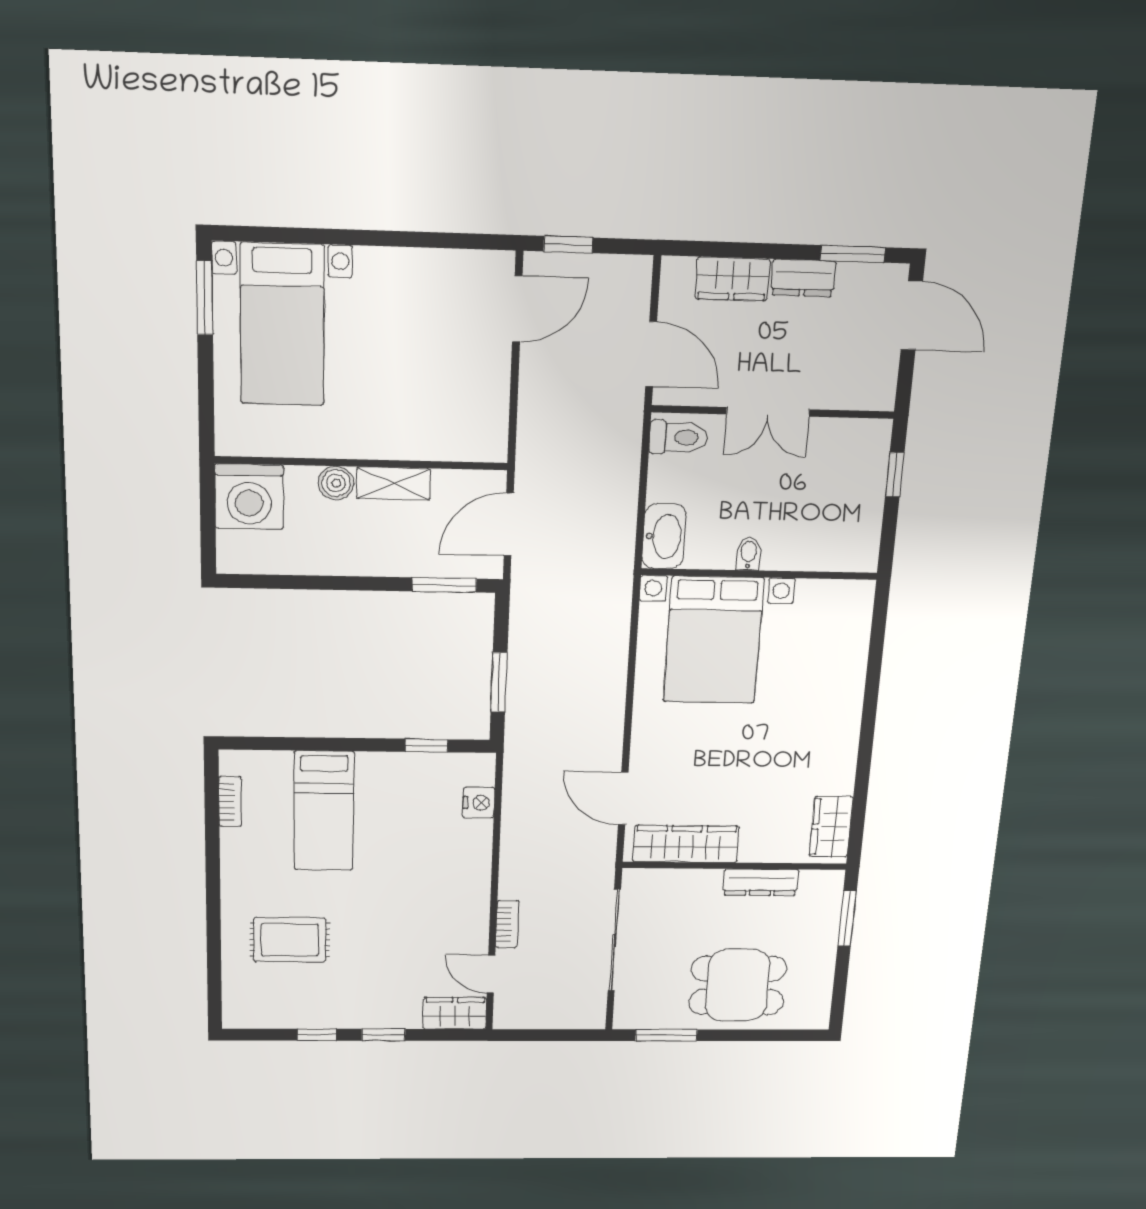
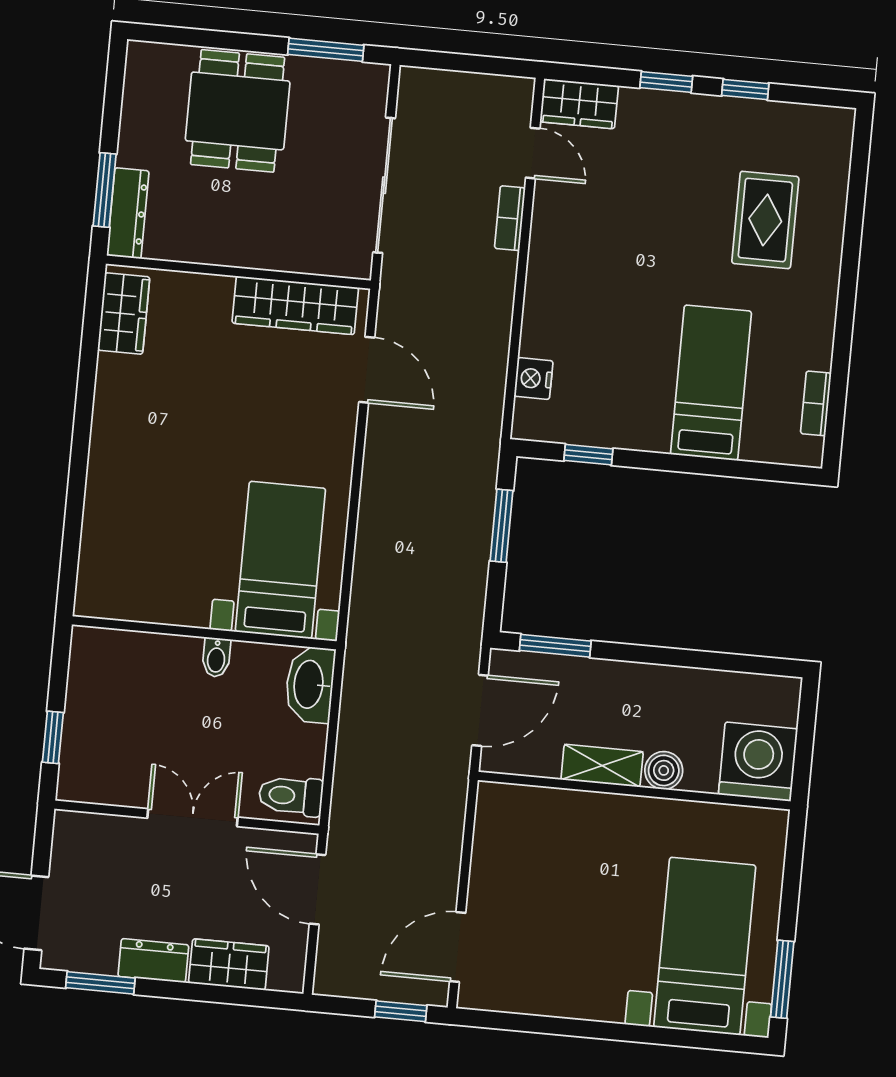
bed with nightstands: (713, 640) -> (280, 560), width x0.73
dresser: (761, 882) -> (128, 213), moved, turned 90
rug: (290, 940) -> (765, 220), turned 90
dining table: (738, 985) -> (238, 111), turned 90

